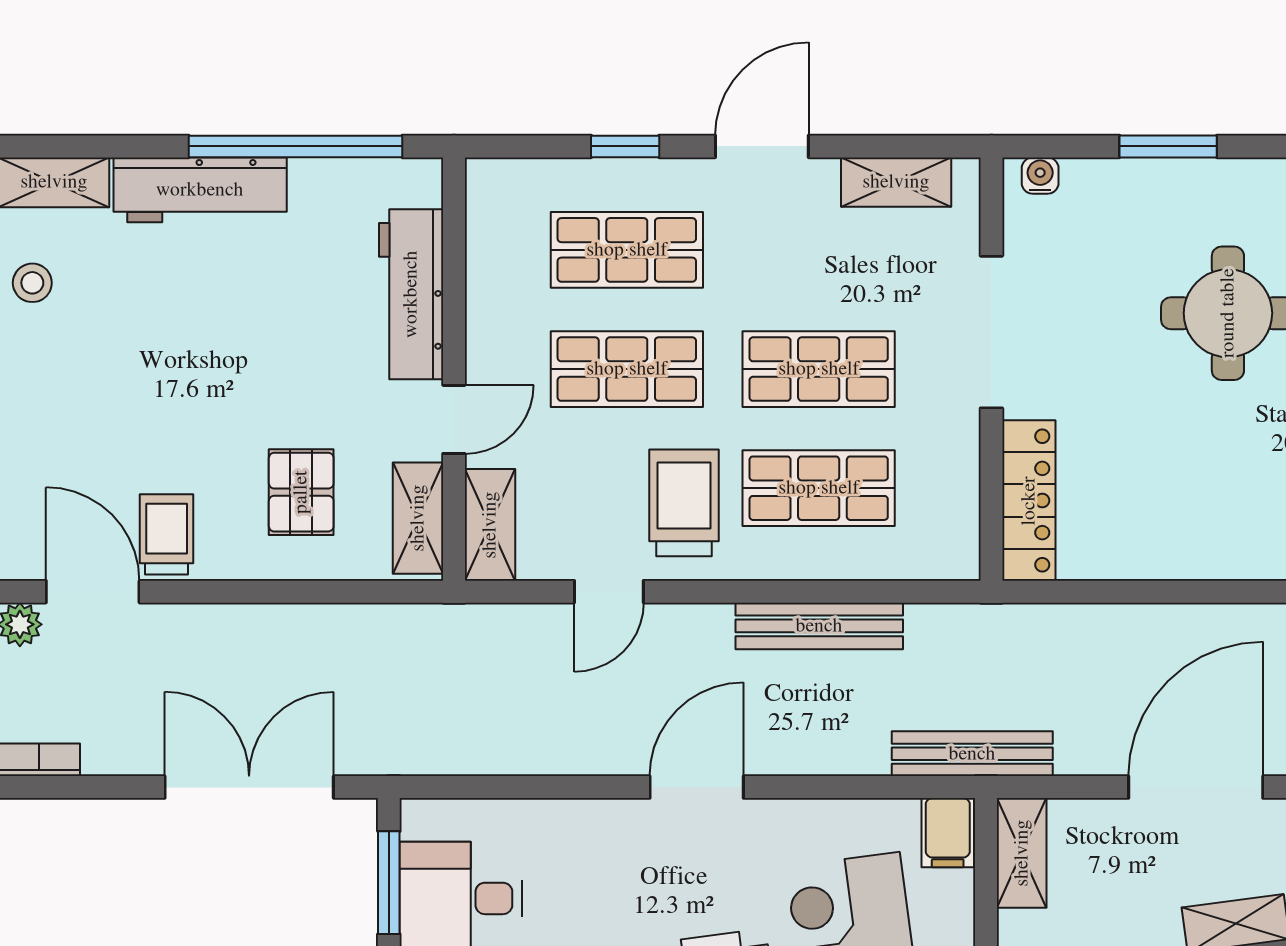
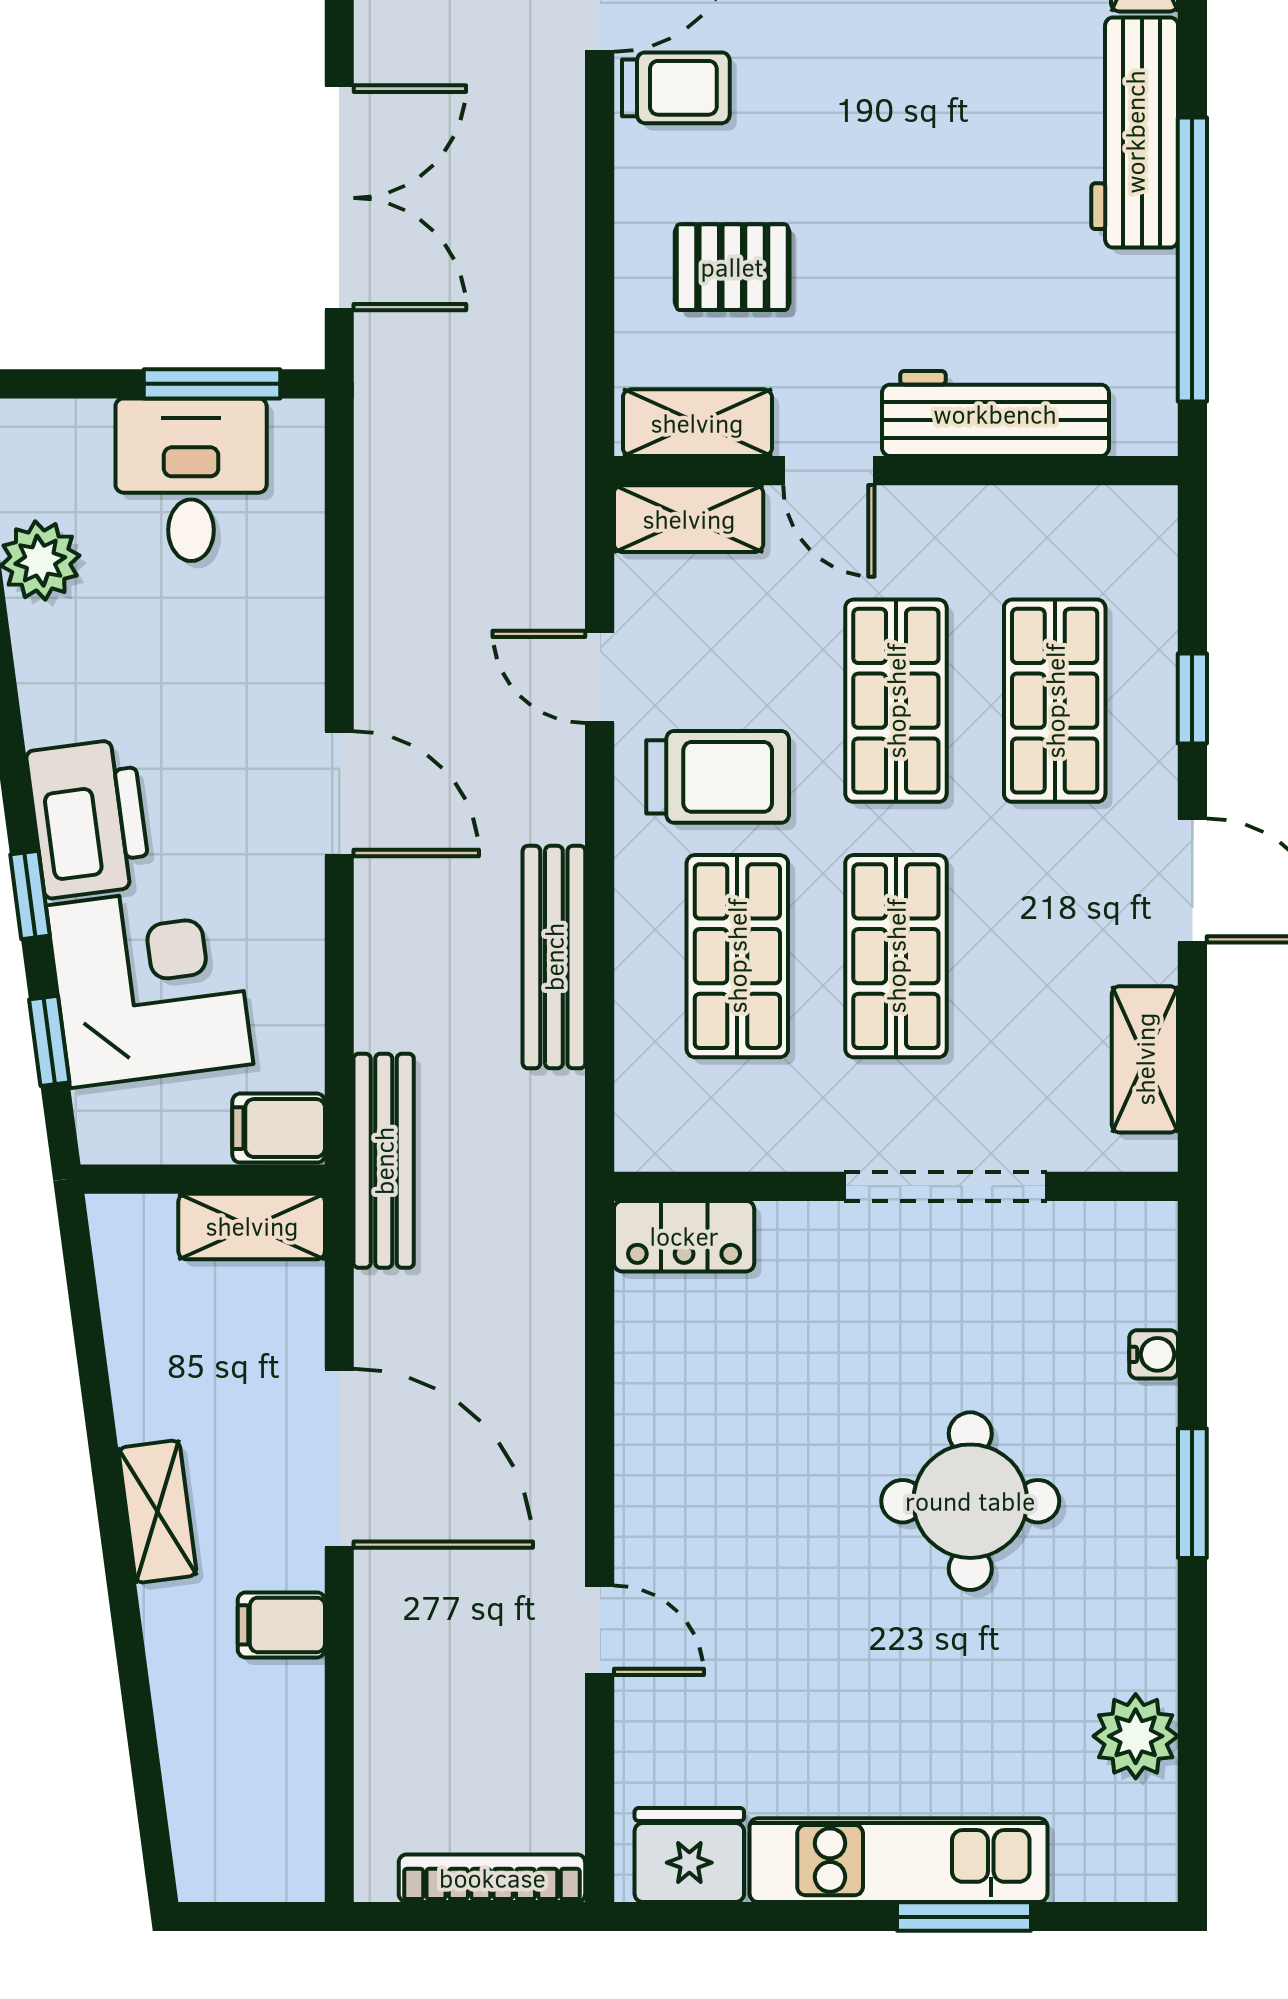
window: (1168, 146) -> (1192, 1493), moved
water cooler: (1040, 176) -> (1154, 1354), moved
locker: (1029, 501) -> (684, 1236), width x0.66

